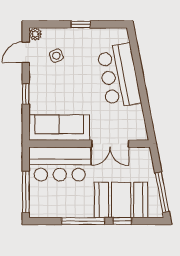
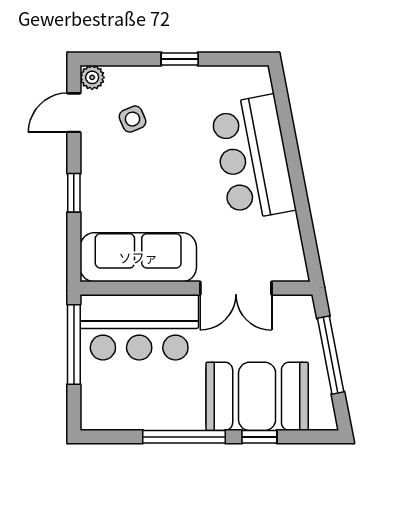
window: (26, 192) -> (74, 344), moved
window: (162, 192) -> (331, 355), moved

